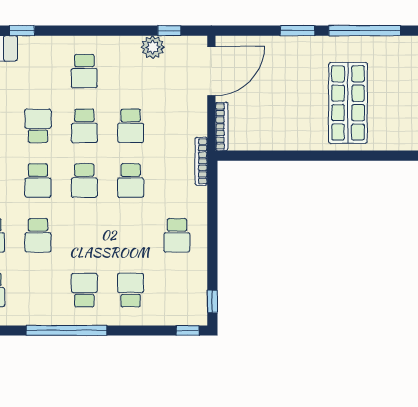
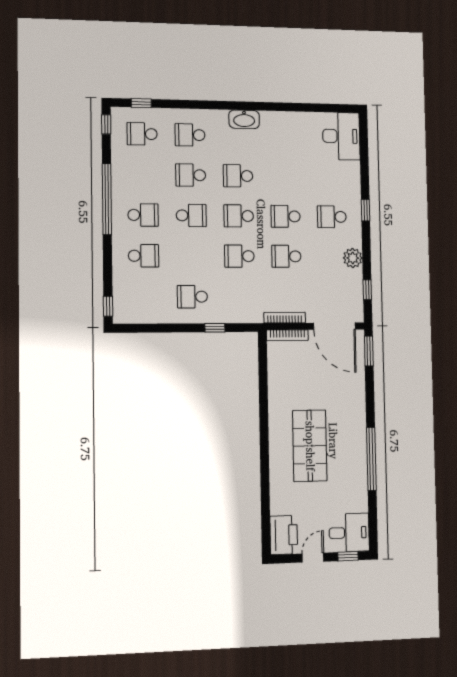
window: (22, 31) -> (365, 210), moved
window: (298, 31) -> (369, 351), moved
plant: (153, 47) -> (353, 258), moved
shop shelf: (348, 103) -> (310, 446), turned 90
school desk: (38, 126) -> (191, 215), moved
bookcase: (201, 161) -> (285, 318), moved
window: (212, 301) -> (215, 328), moved

